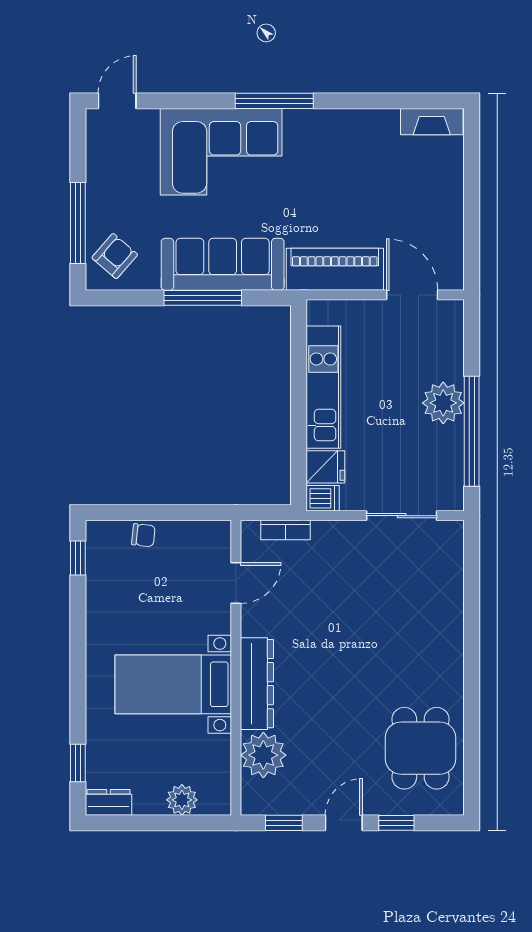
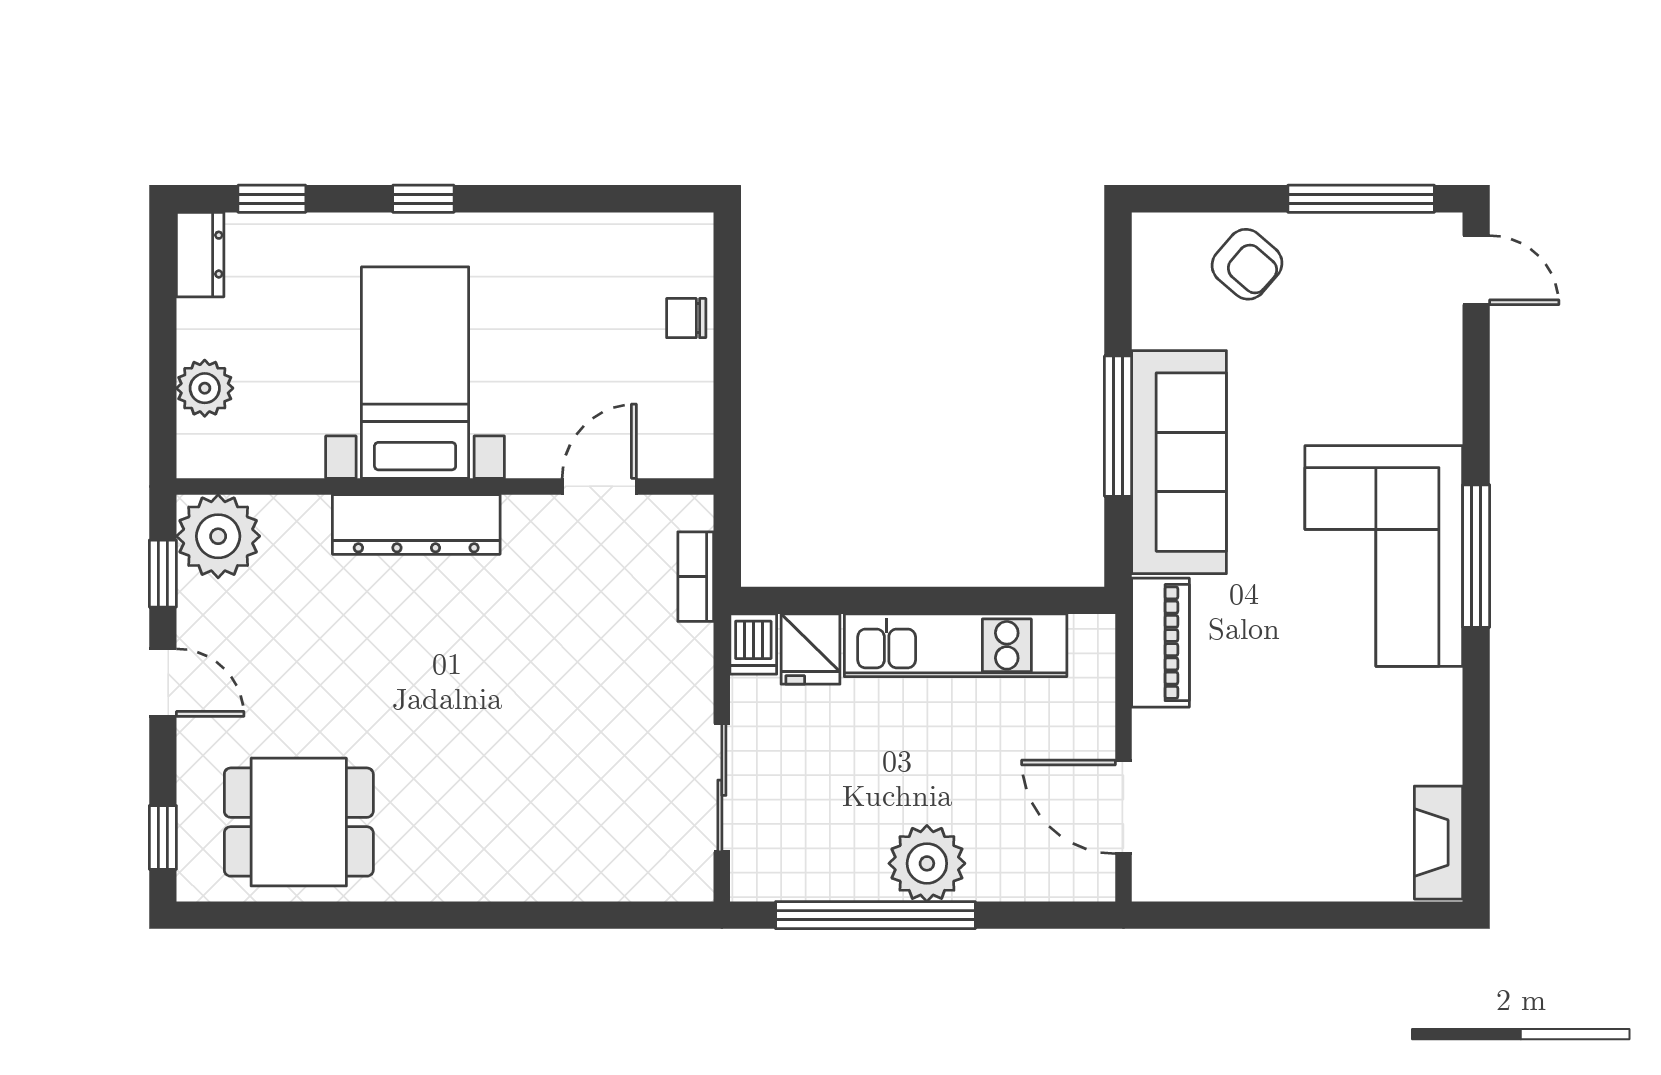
corner sofa: (221, 152) -> (1384, 556), moved
window: (78, 223) -> (1361, 199), moved
armchair: (115, 256) -> (1247, 264), moved
piano: (335, 269) -> (1160, 643), width x0.73, depth x0.75
door: (412, 295) -> (1123, 807), swing flipped
chair: (143, 535) -> (686, 318), turned 84
window: (78, 558) -> (423, 199), moved
door: (236, 583) -> (599, 486), swing flipped
plant: (263, 755) -> (218, 536), moved
window: (396, 823) -> (163, 837), moved

